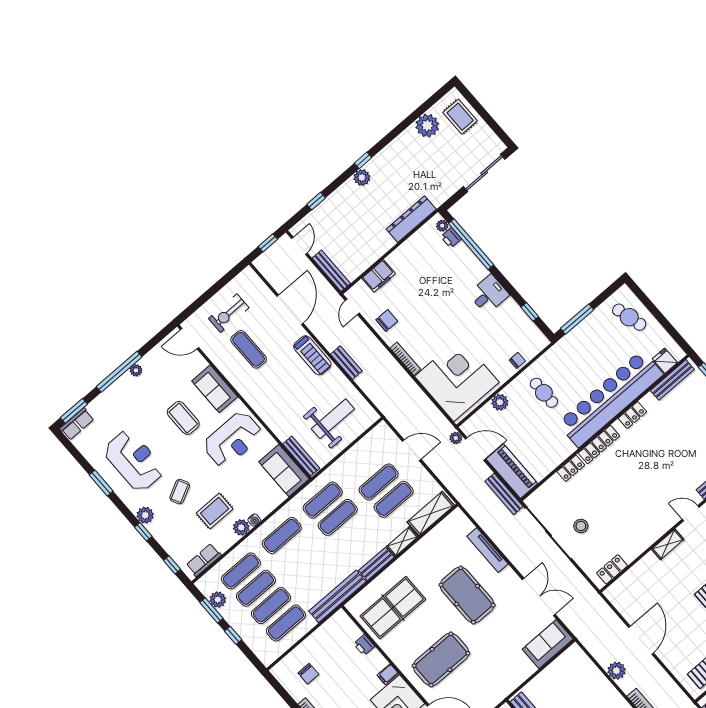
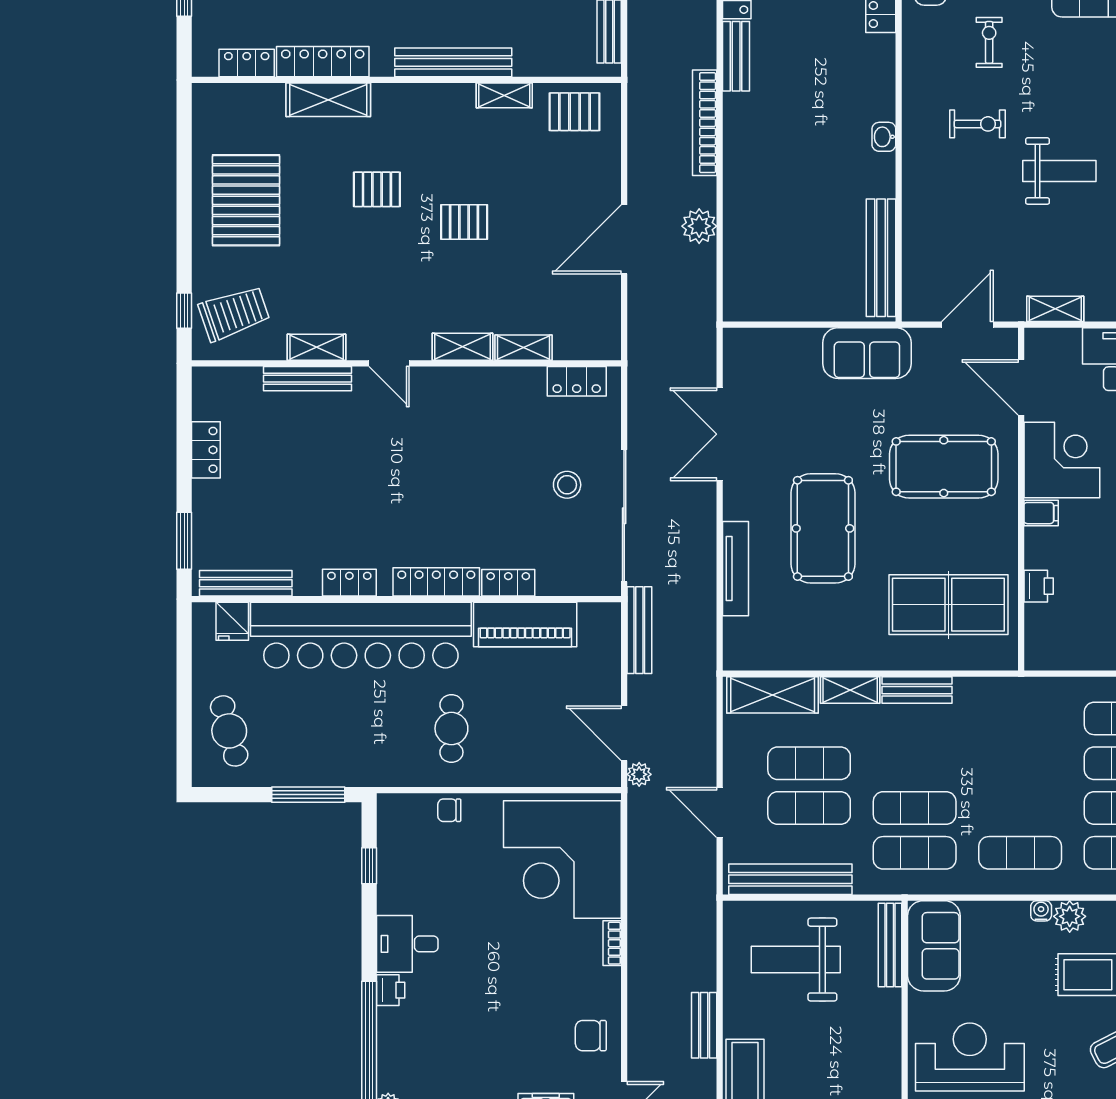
printer: (451, 238) -> (391, 990), moved
bookcase: (405, 359) -> (612, 943), width x0.64
plant: (500, 402) -> (528, 771), removed
piano: (512, 471) -> (525, 624), moved, turned -90
shelving: (644, 565) -> (524, 348), added
bench: (337, 596) -> (790, 879), moved
sofa: (548, 644) -> (867, 353), moved

